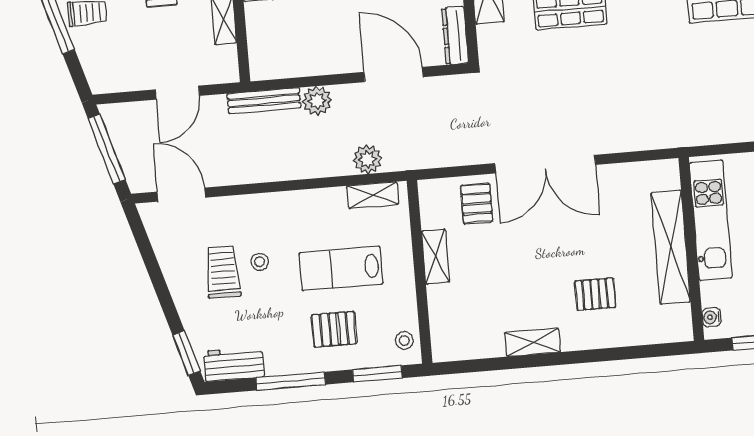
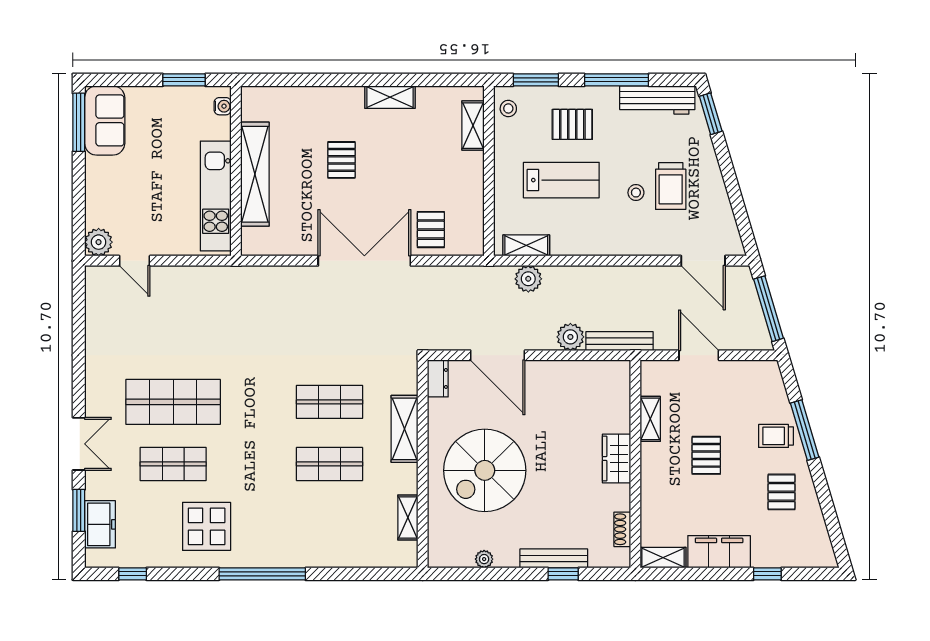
dresser: (455, 35) -> (438, 378), width x0.70
door: (177, 93) -> (699, 355), hinge flipped
shelving: (435, 257) -> (473, 126), moved
pallet: (595, 294) -> (341, 160), moved, turned 90
workbench: (234, 364) -> (657, 100), width x1.38

